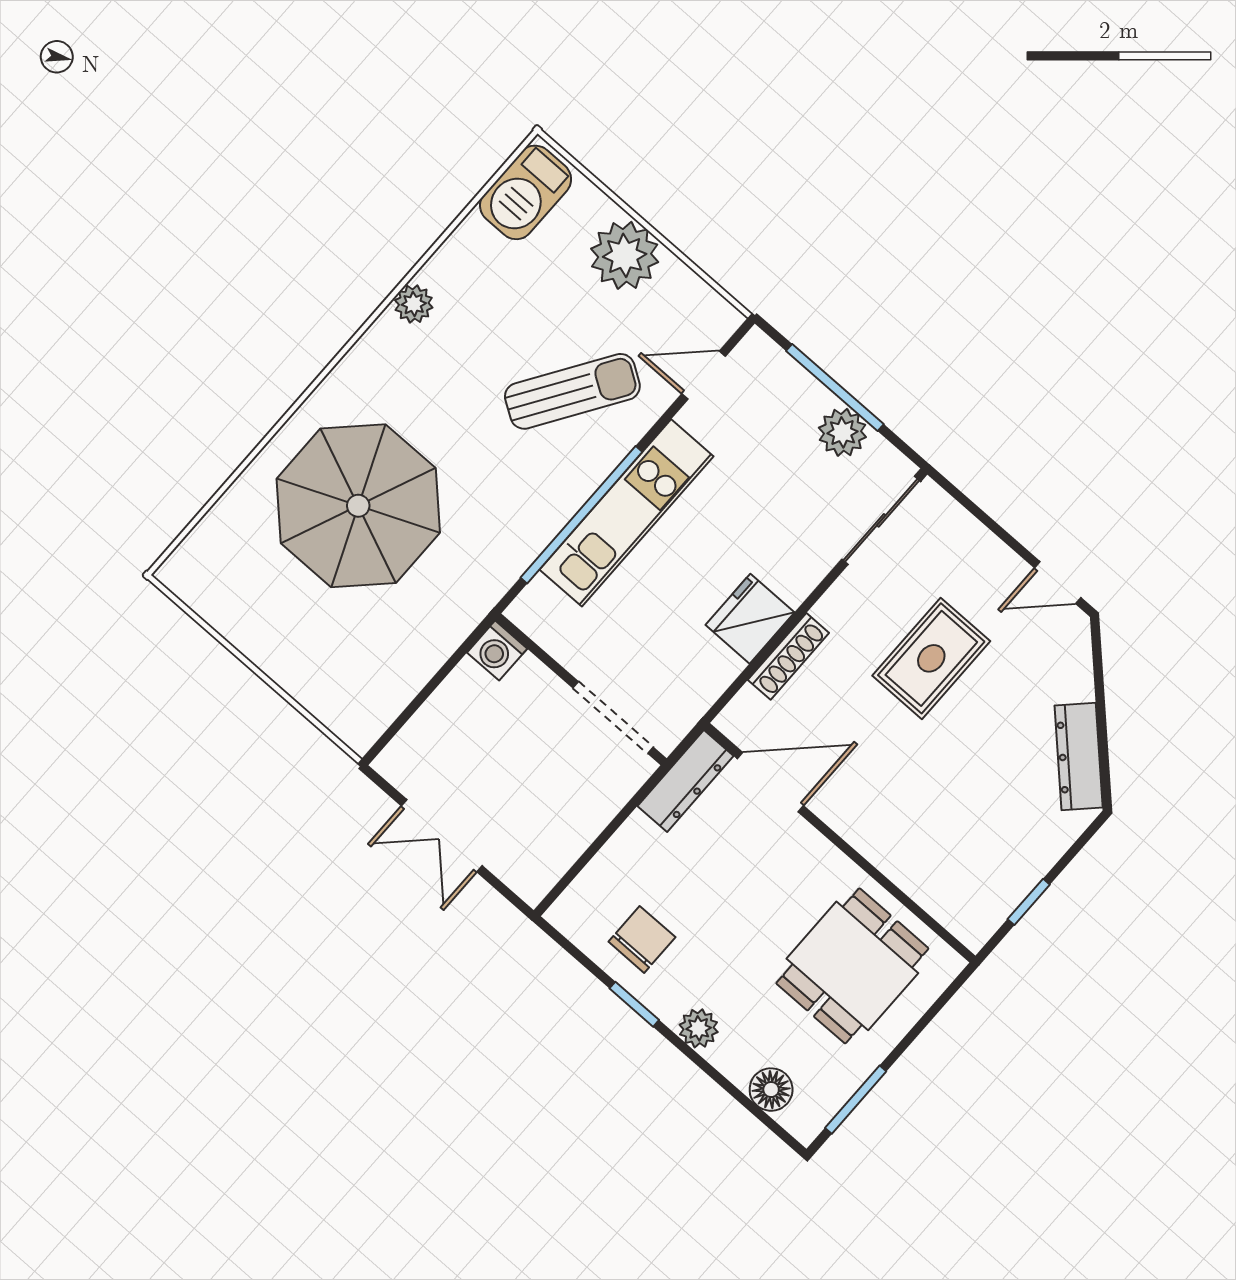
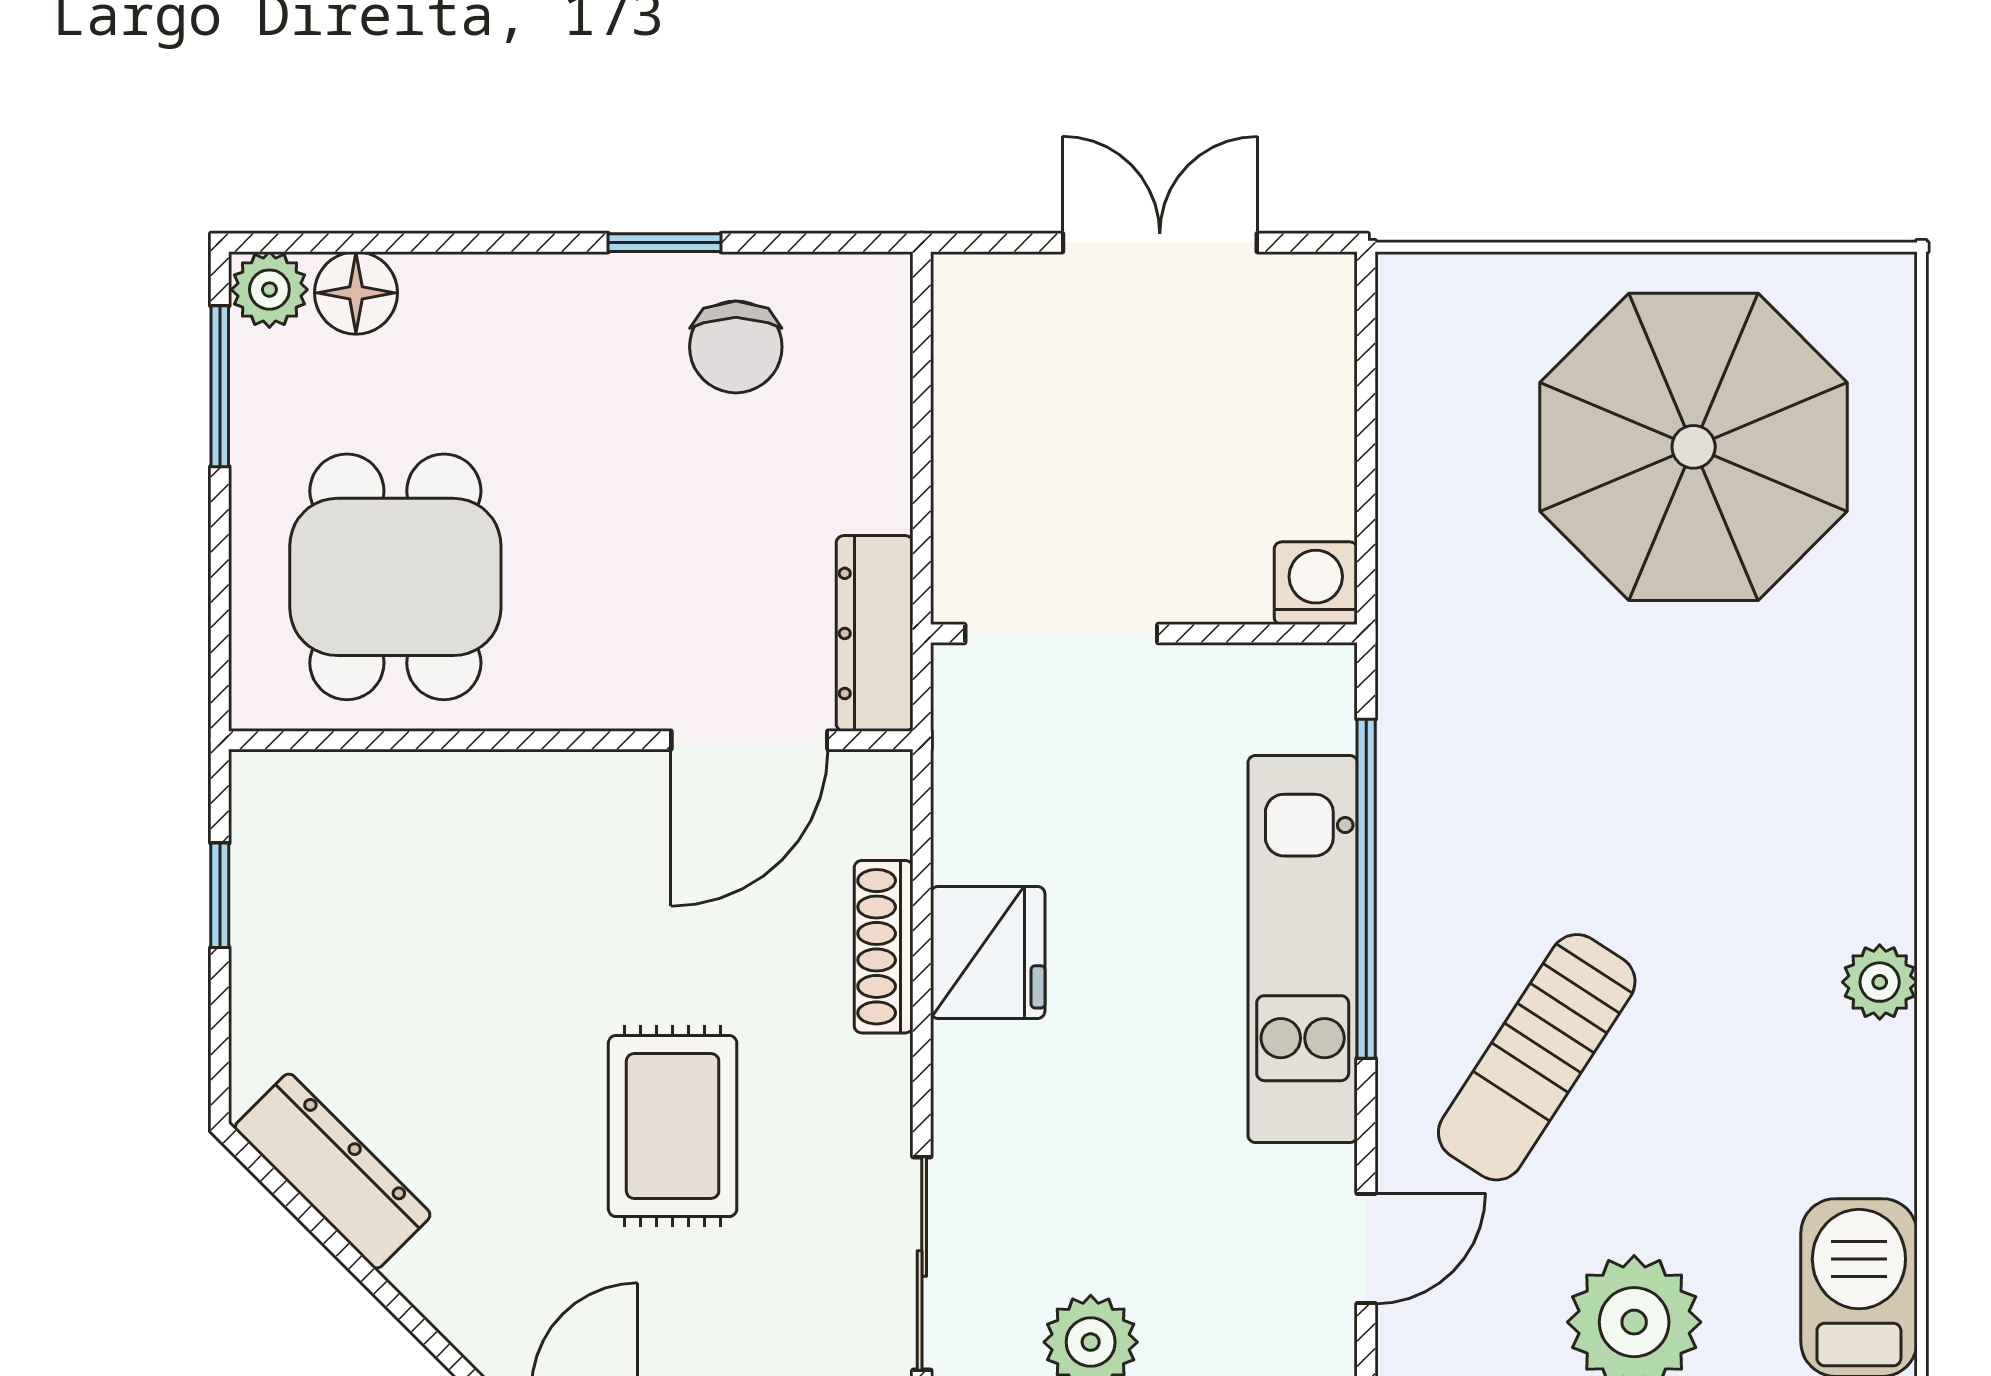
parasol: (358, 506) -> (1694, 447), moved
plant: (699, 1028) -> (269, 290), moved

